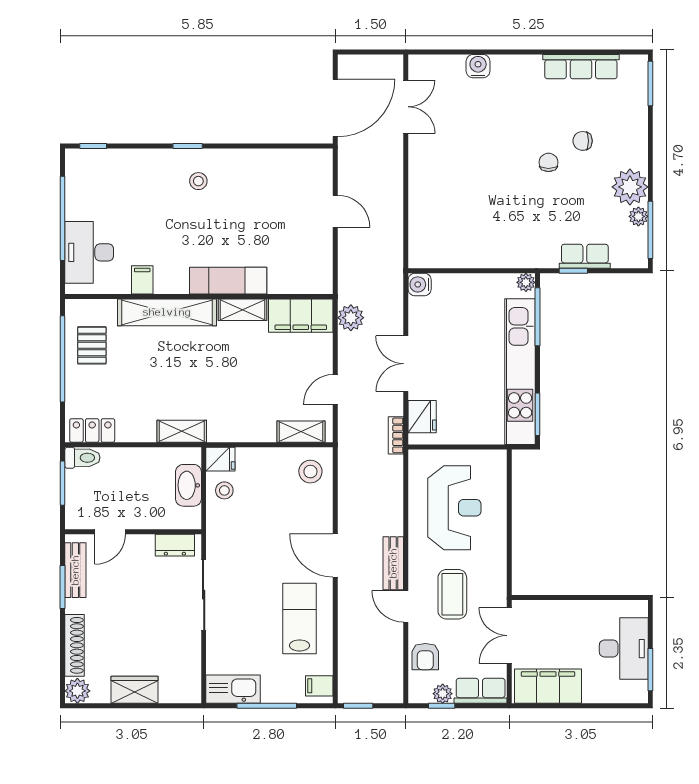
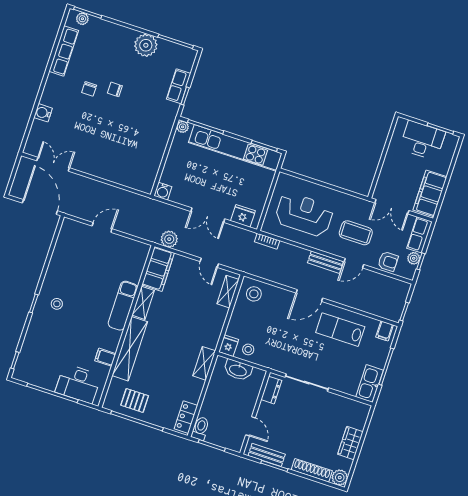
chair: (583, 141) -> (89, 89), moved
plant: (638, 216) -> (82, 19), moved
bookcase: (396, 435) -> (267, 241), moved

